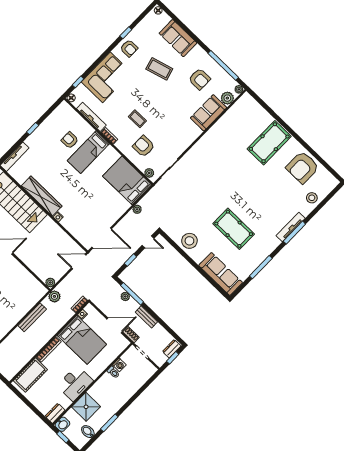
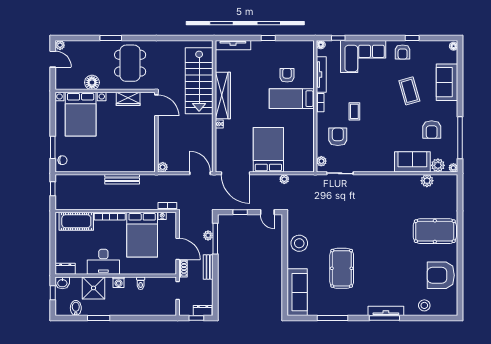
bed: (127, 180) -> (268, 150), moved
plant: (54, 296) -> (427, 181), moved
washing machine: (119, 365) -> (119, 282), moved

